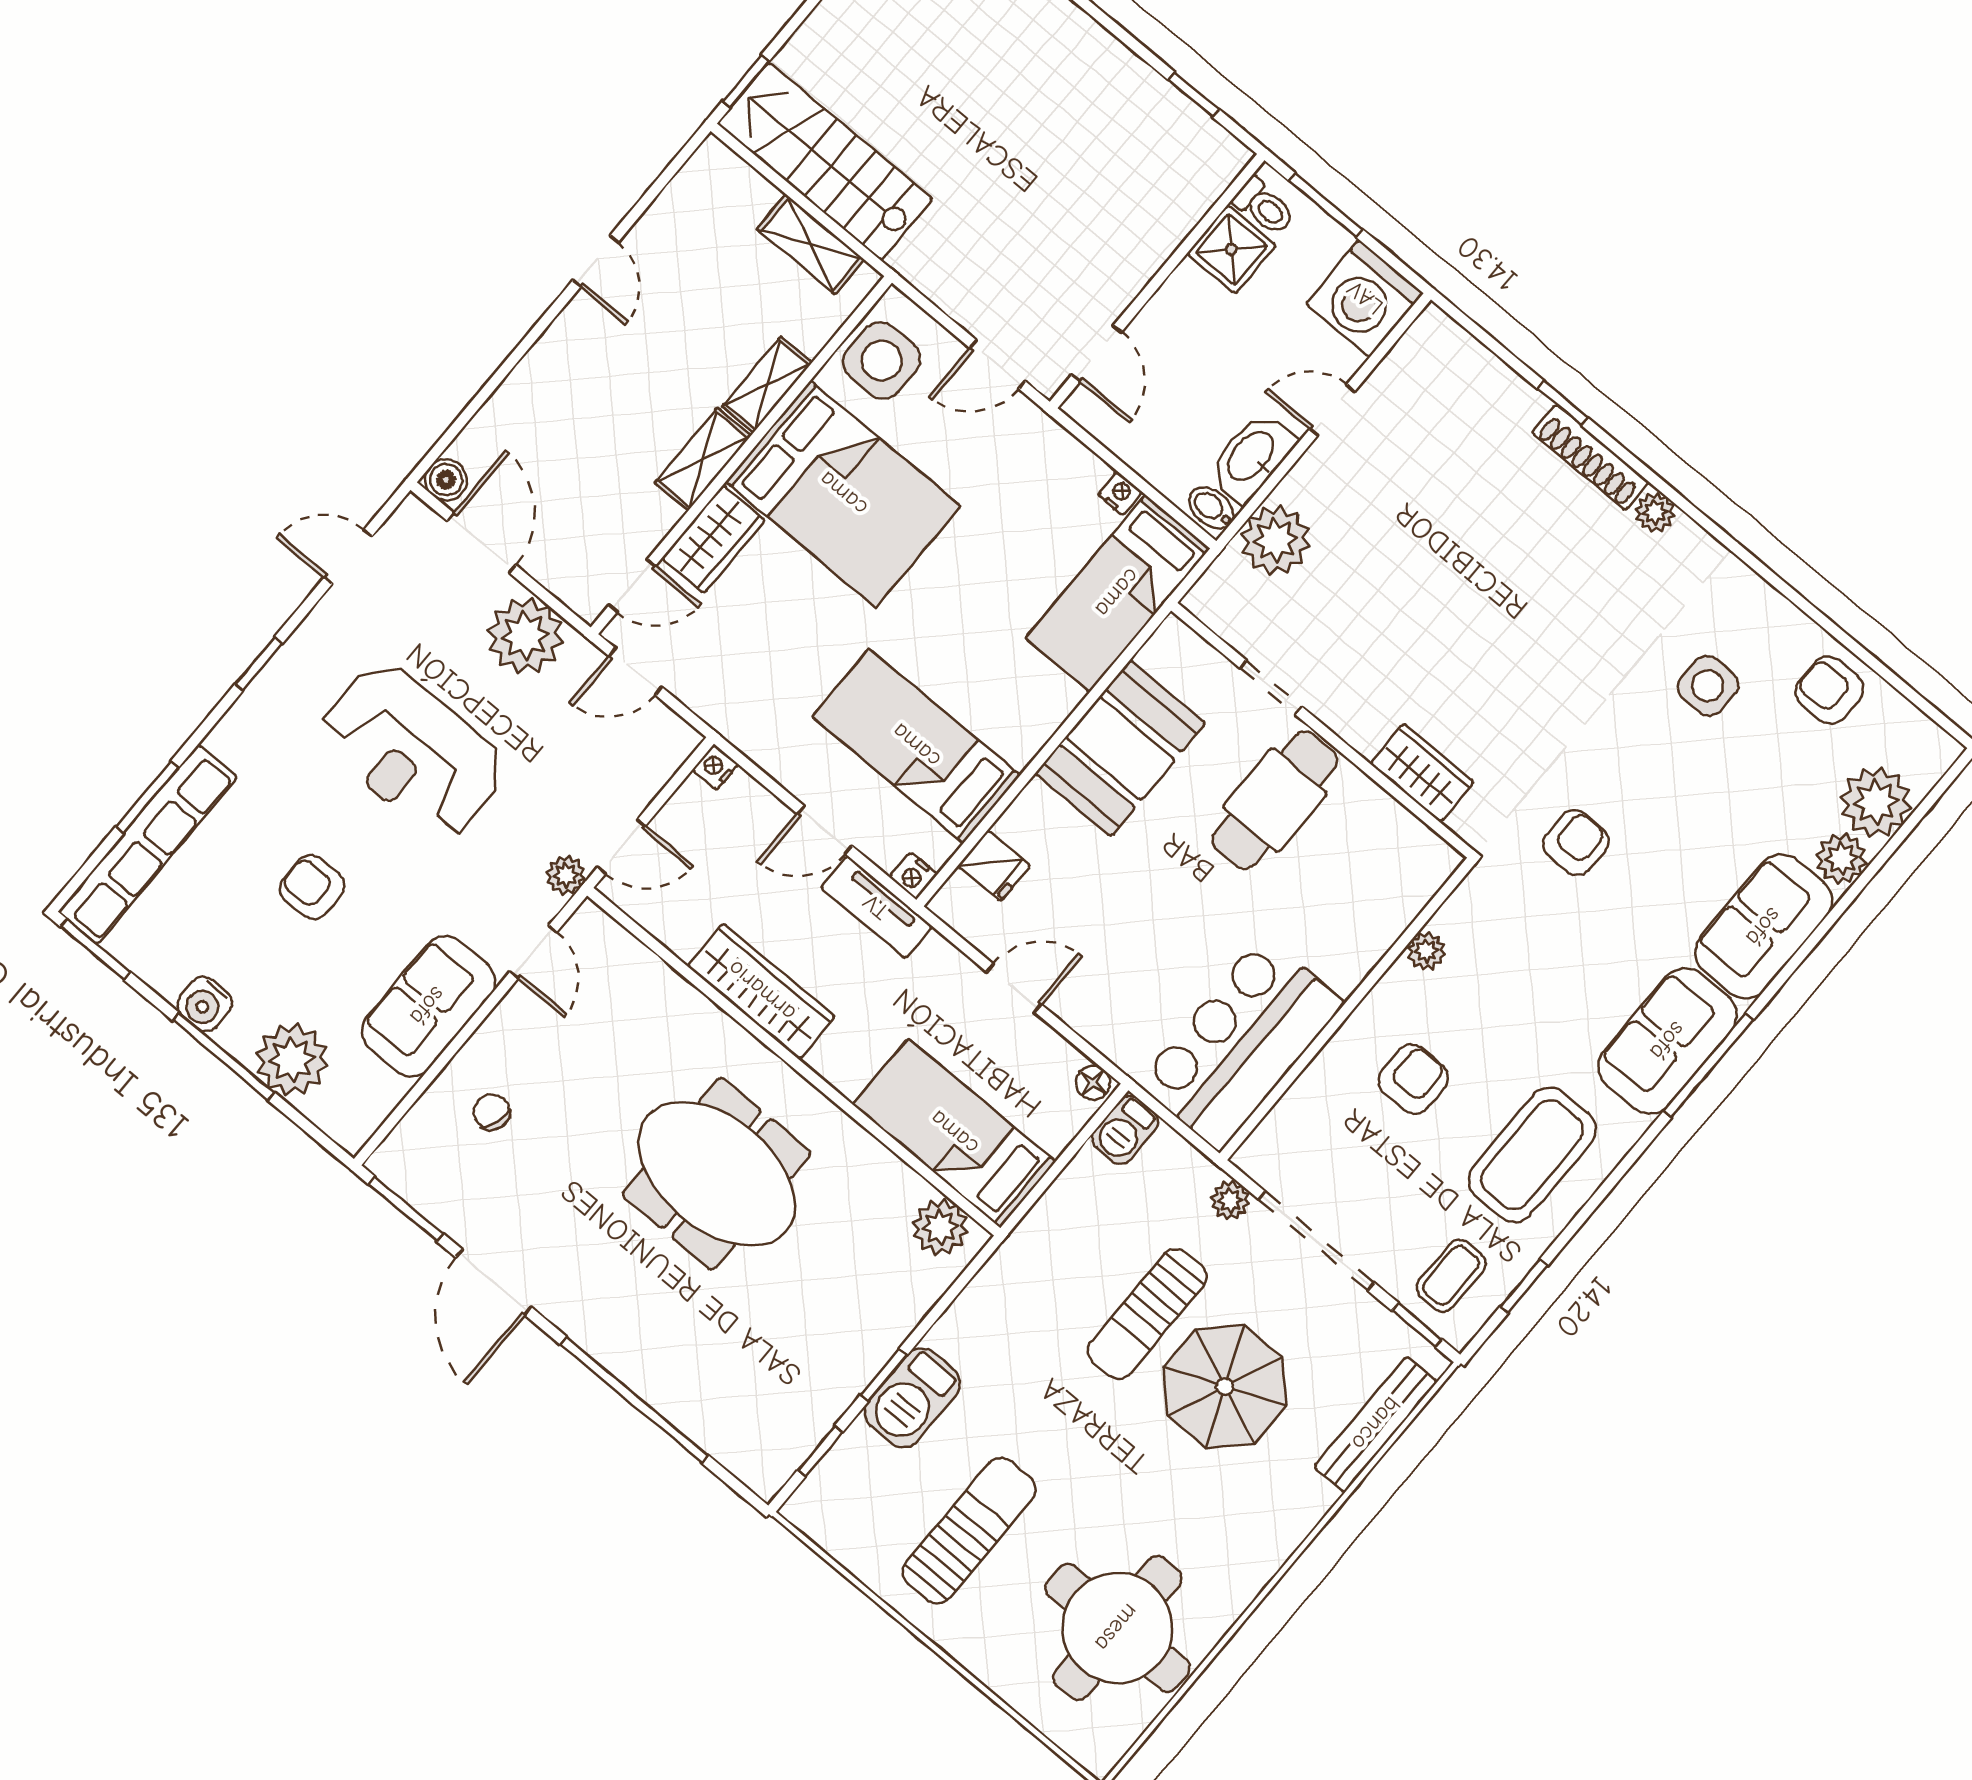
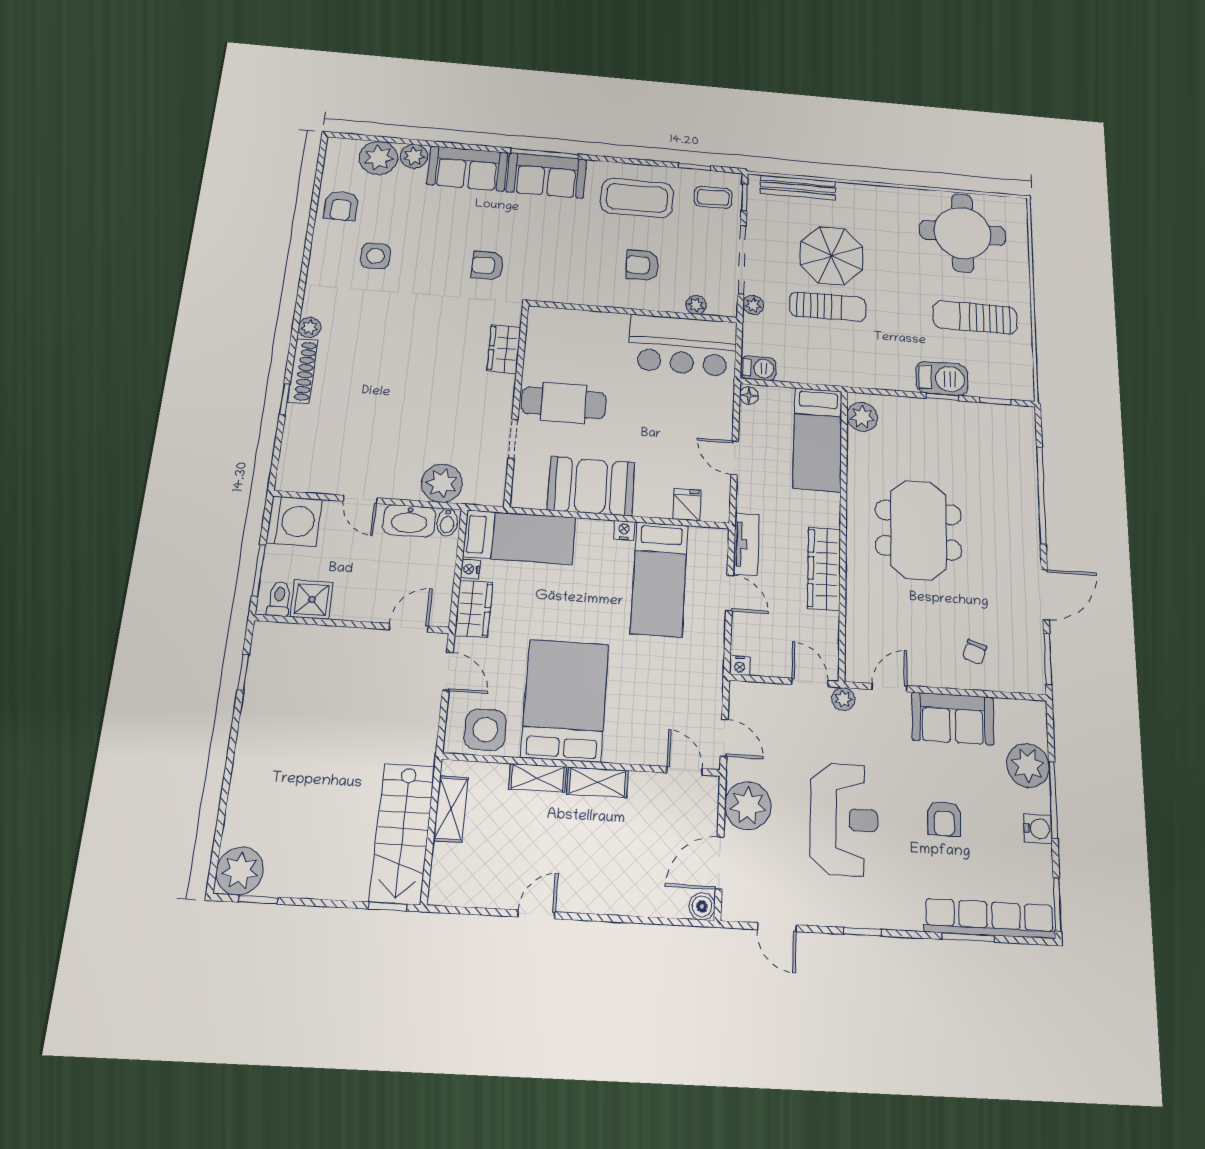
wardrobe: (713, 539) -> (474, 609), moved, turned 90
nightstand: (913, 876) -> (624, 530), moved, turned -90
plant: (1426, 951) -> (696, 305), moved

